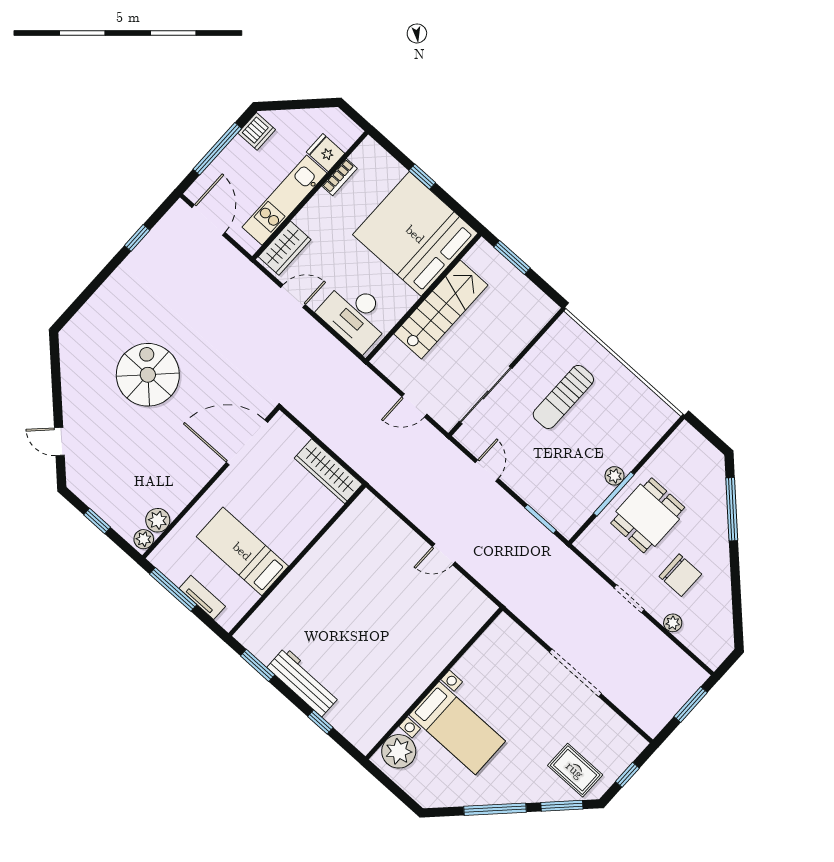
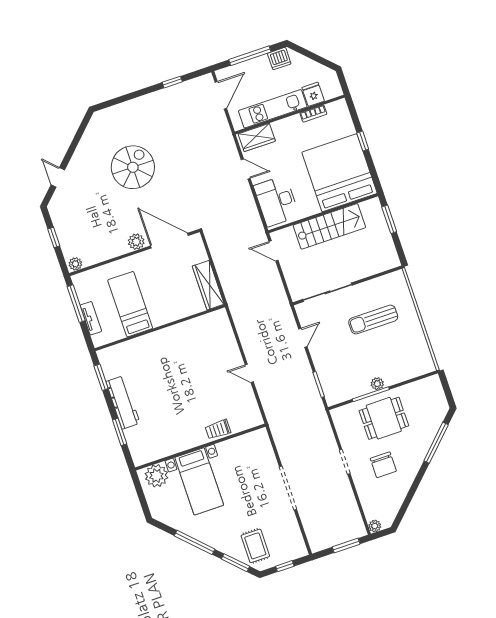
door: (414, 405) -> (273, 251), moved
plant: (158, 520) -> (136, 242), moved
plant: (673, 623) -> (375, 526), moved
trolley: (444, 648) -> (218, 429), added
window: (320, 722) -> (120, 432), width x1.50

